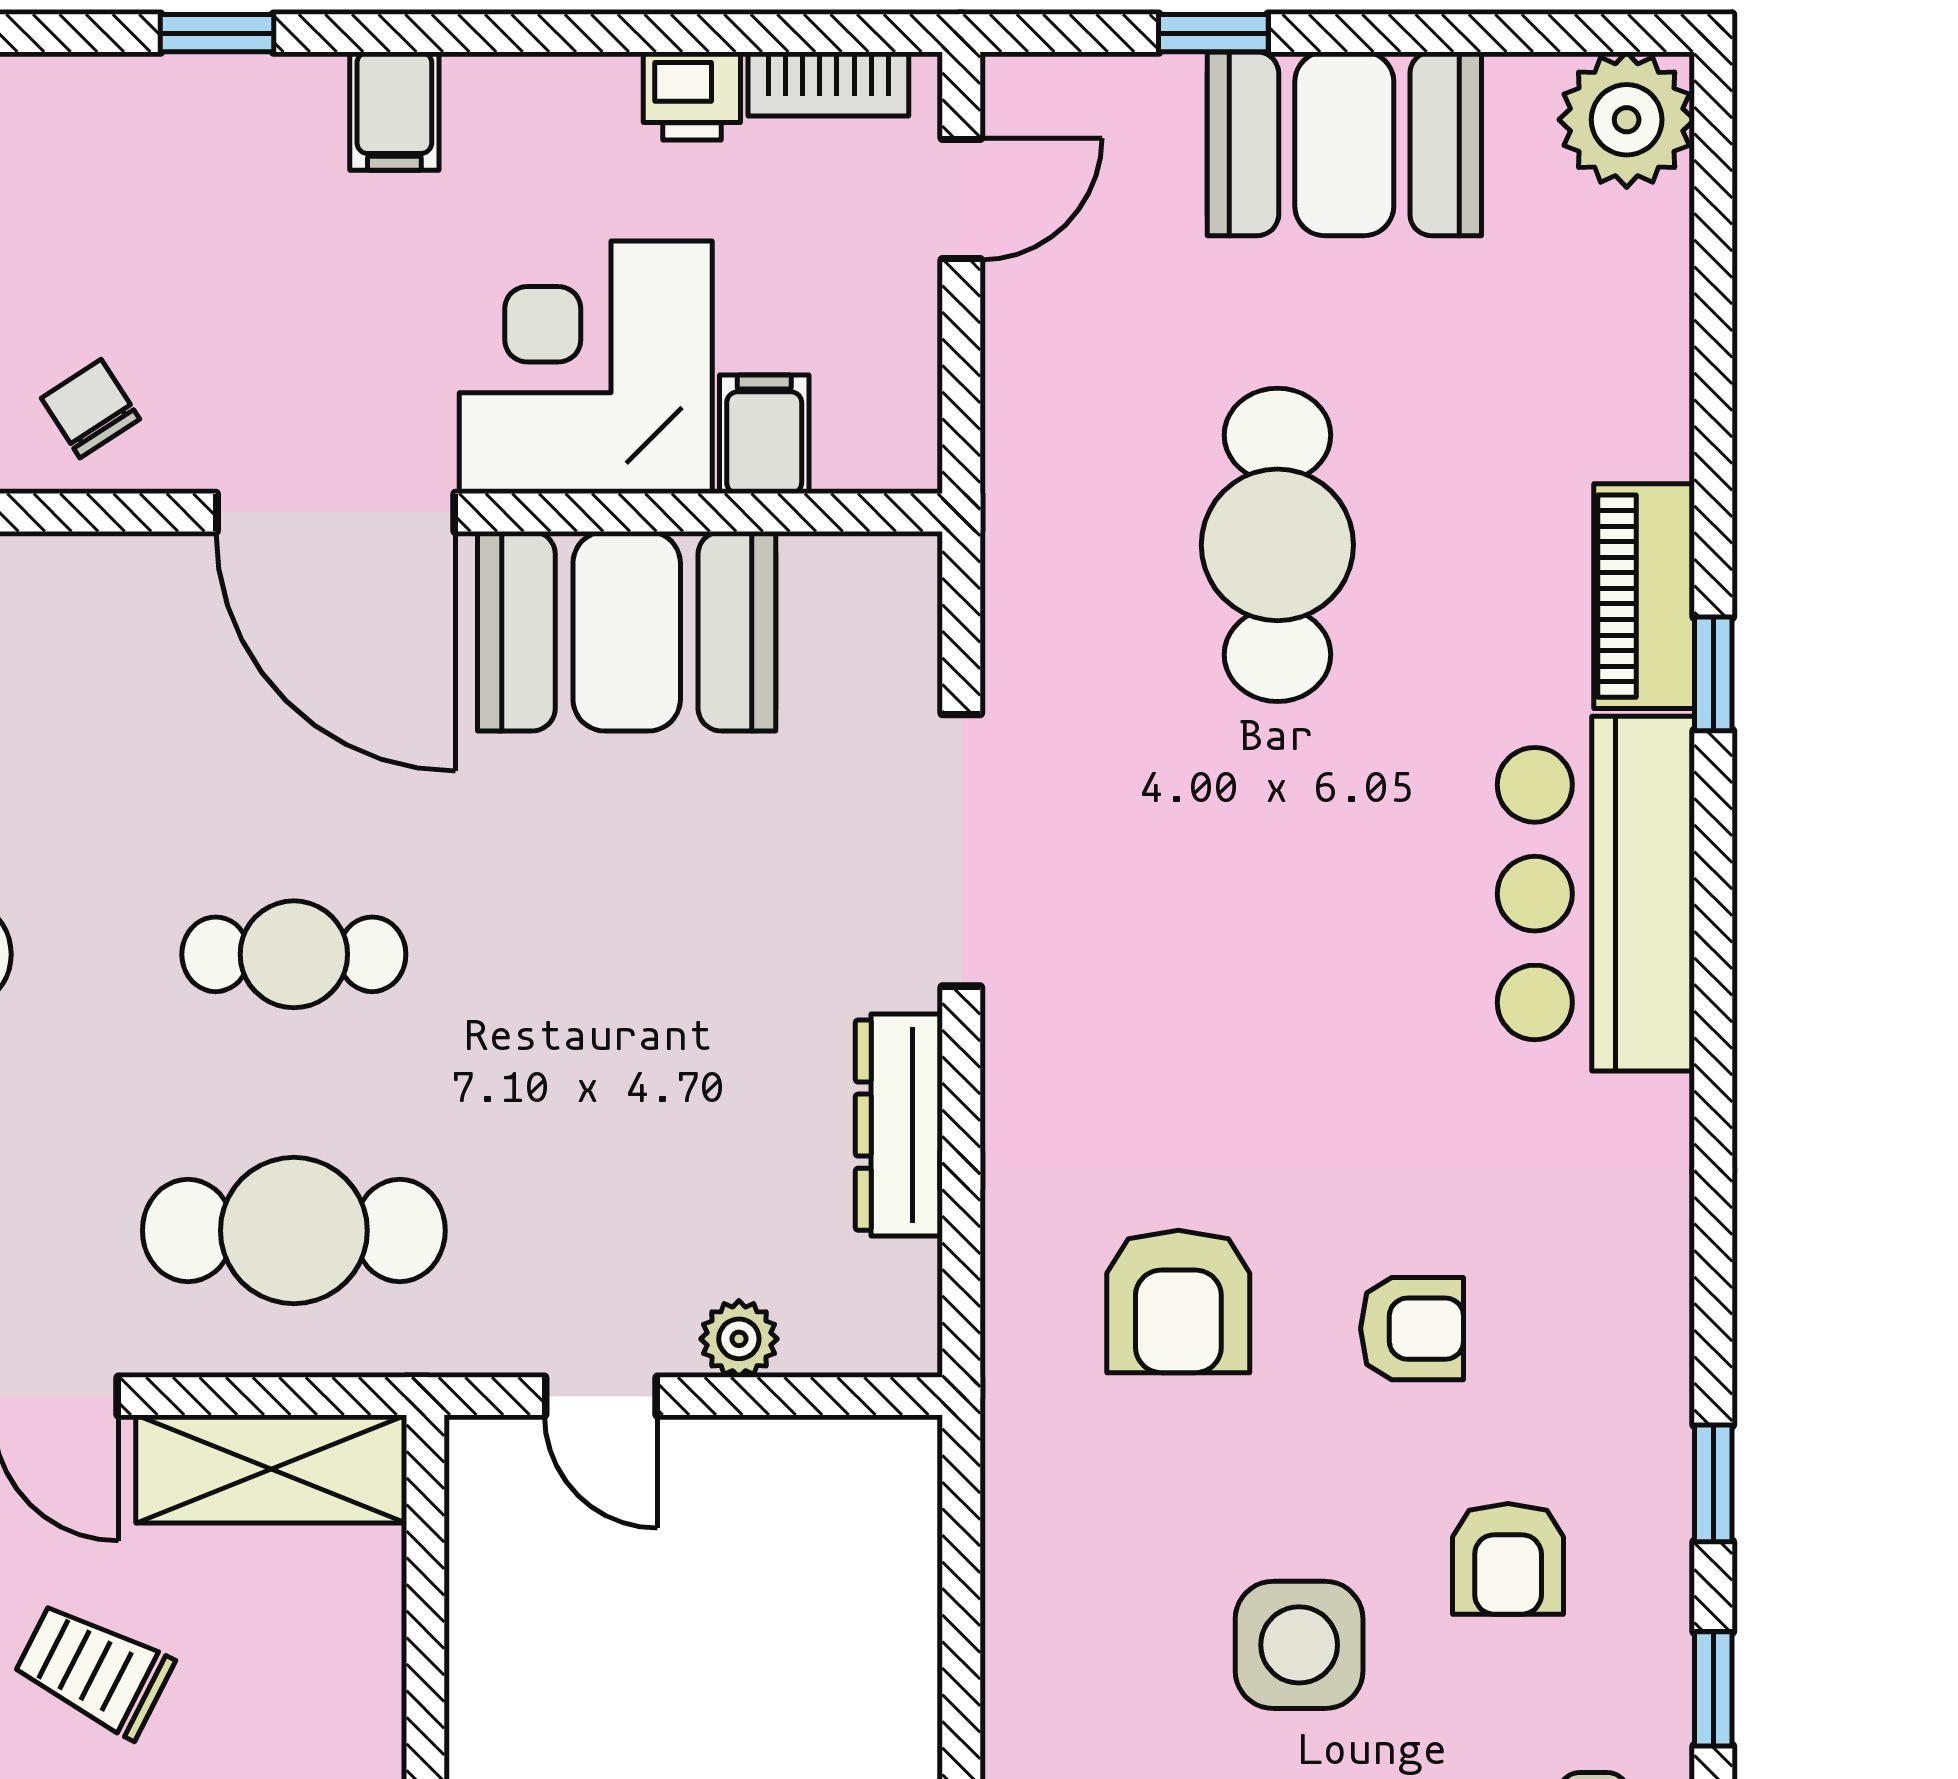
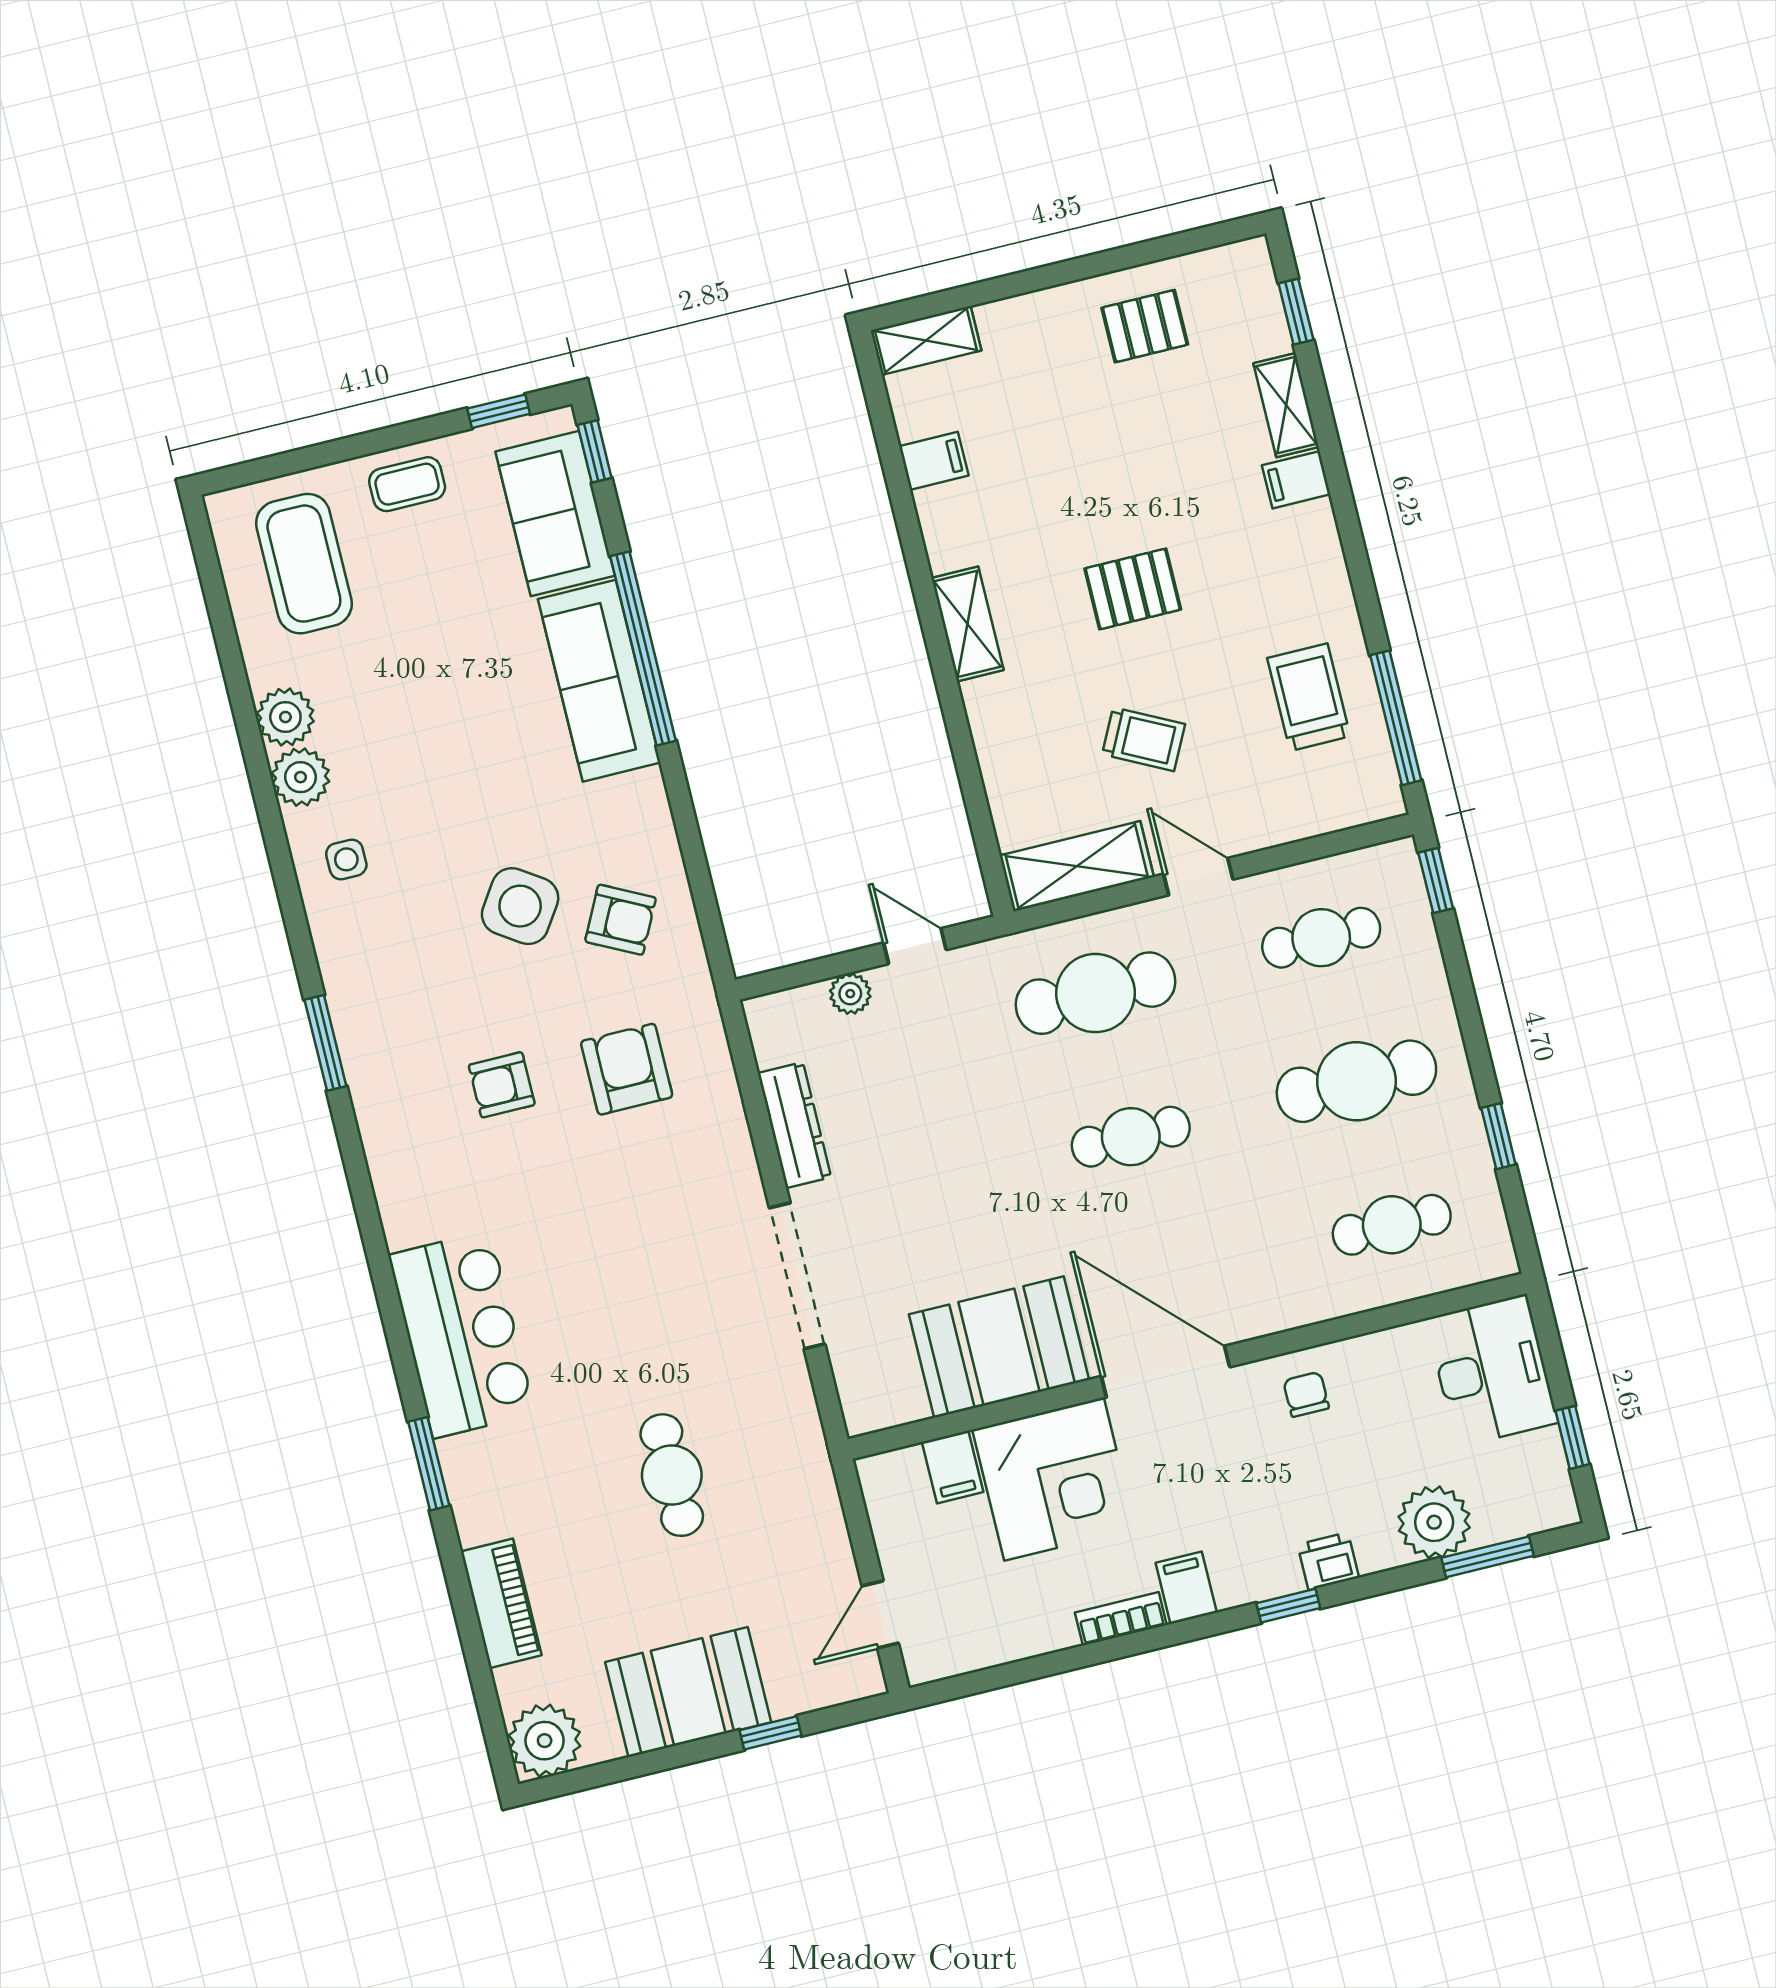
bookcase: (828, 84) -> (1121, 1619), moved
printer: (692, 96) -> (1328, 1561), moved
chair: (90, 409) -> (1306, 1394), turned -147
cafe table: (1277, 545) -> (672, 1475), width x0.73, depth x0.74
piano: (1644, 596) -> (501, 1603), moved
window: (1713, 674) -> (429, 1464), width x1.50
window: (1713, 1483) -> (325, 1043), width x1.50
armchair: (1508, 1559) -> (621, 920), moved, turned 117
side table: (1299, 1645) -> (520, 906), turned 34
window: (1713, 1689) -> (299, 936), removed

